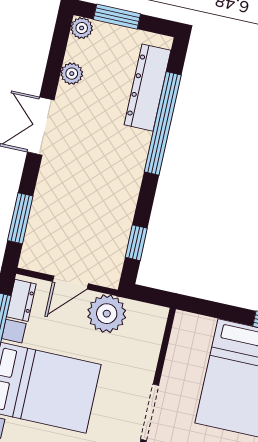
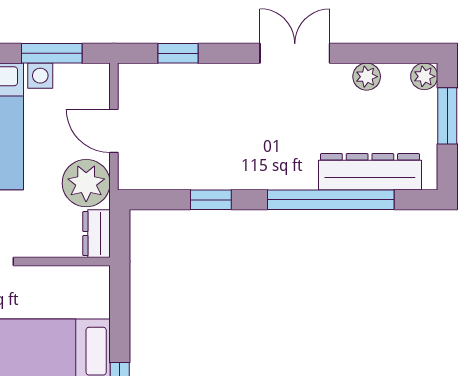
window: (20, 218) -> (178, 53), width x0.67
window: (136, 243) -> (211, 200), moved
dresser: (21, 300) -> (96, 234), moved, turned 90

